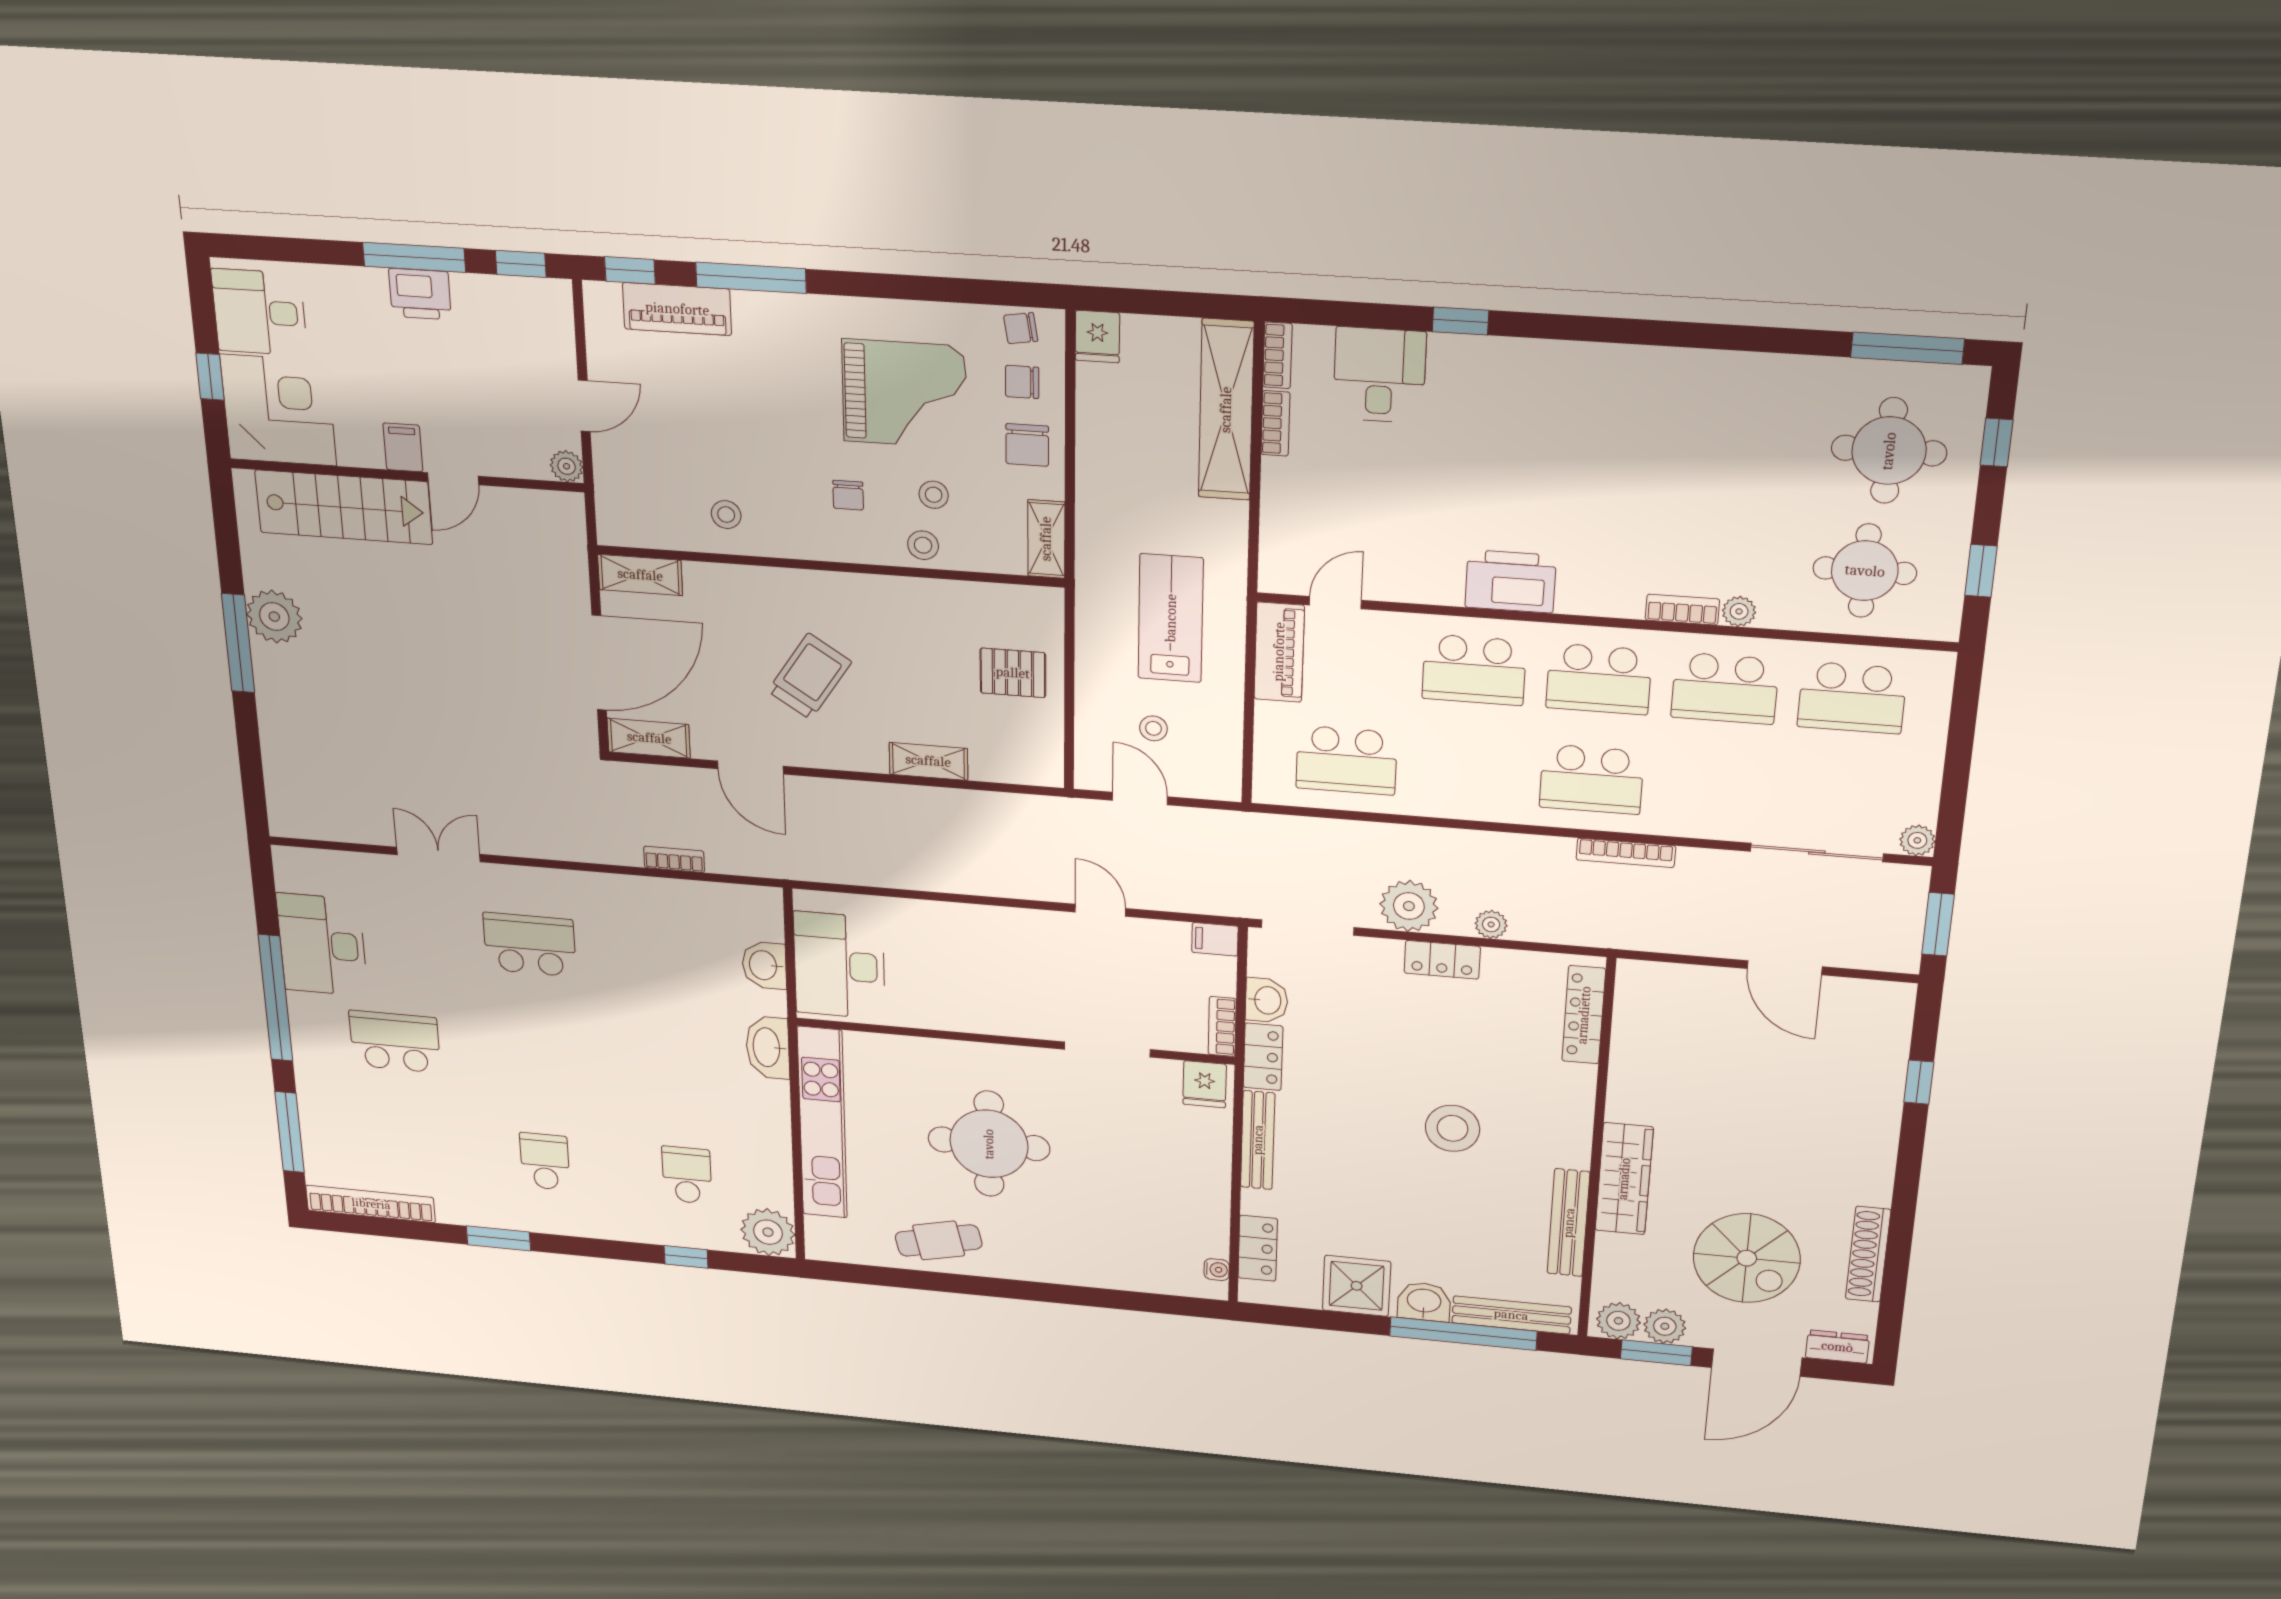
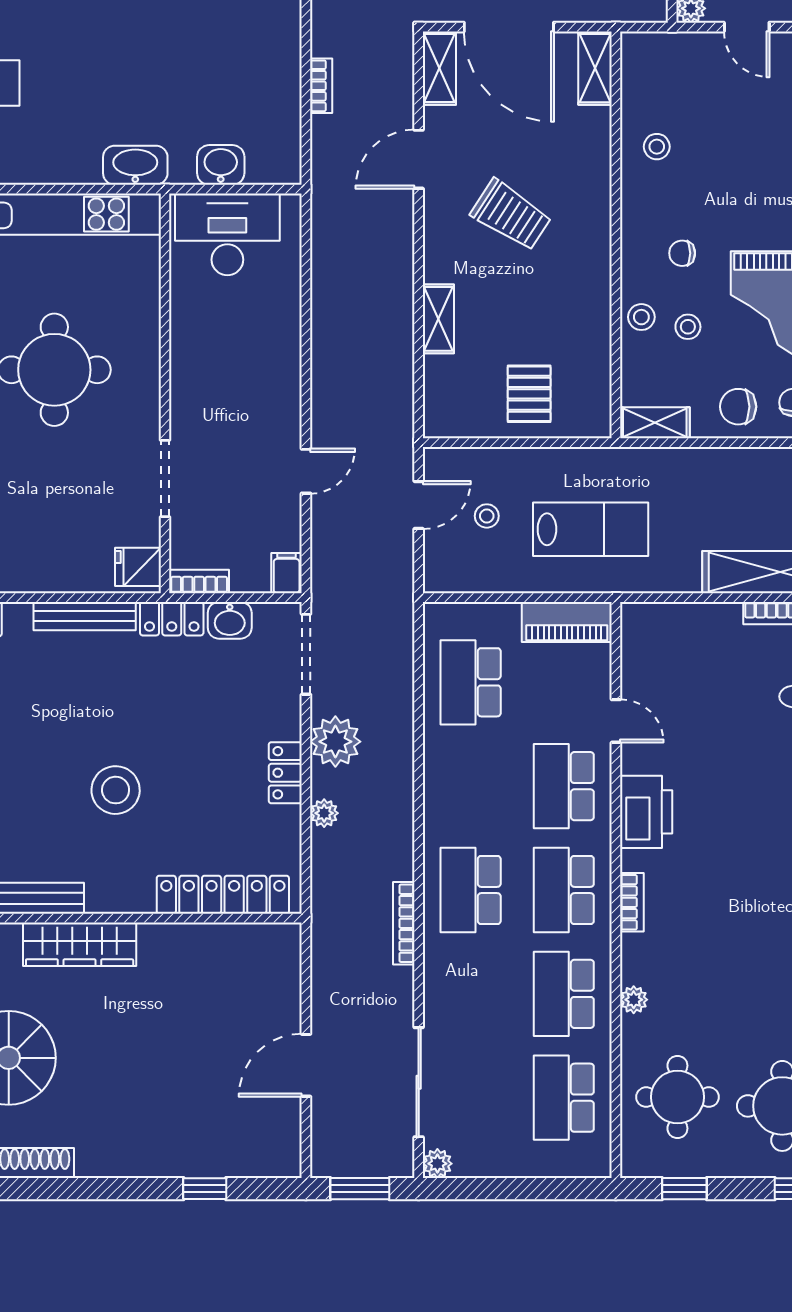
door: (1335, 603) -> (616, 721), moved
bookcase: (1682, 610) -> (632, 902), moved
locker: (1584, 1015) -> (223, 895), width x1.41, depth x1.21

